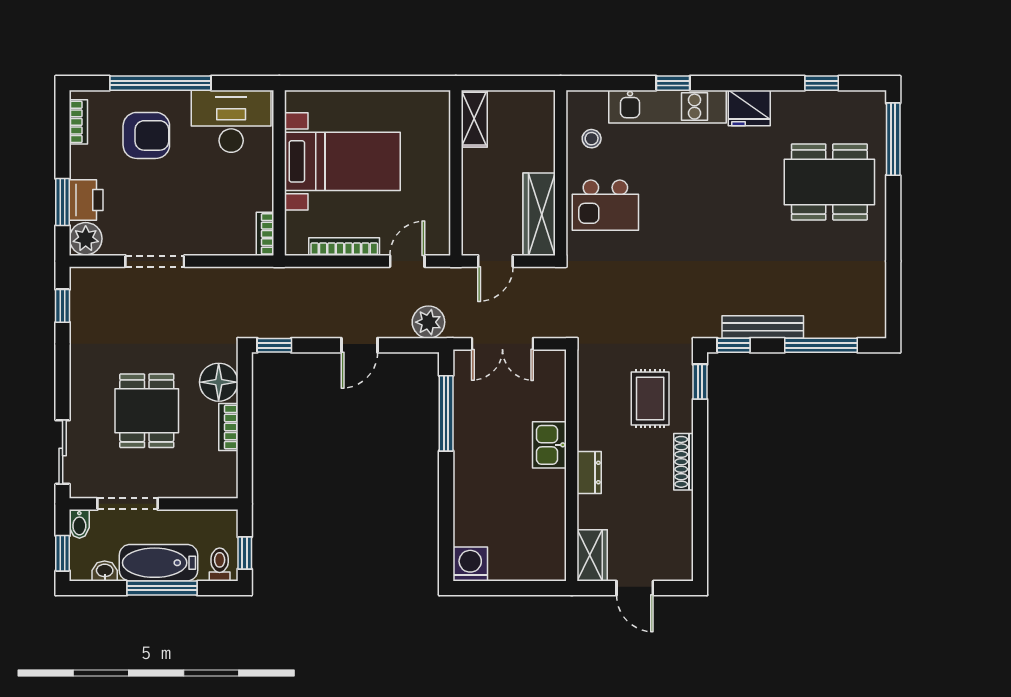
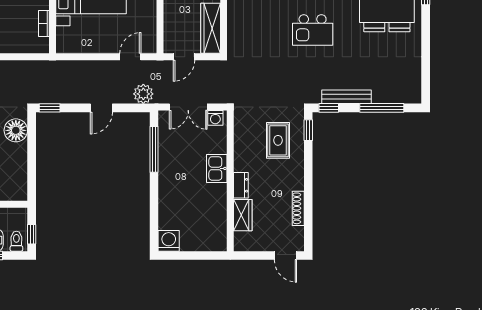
kitchen island: (605, 205) -> (313, 30), moved
bookcase: (265, 234) -> (44, 23), moved
bookcase: (344, 247) -> (92, 48), removed
washing machine: (547, 362) -> (215, 118), added
bookcase: (228, 427) -> (22, 158), removed
shoe rack: (683, 462) -> (298, 208), moved
wardrobe: (592, 555) -> (243, 215), moved
door: (635, 588) -> (285, 255), moved

